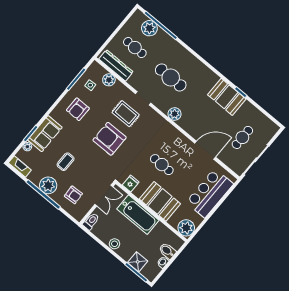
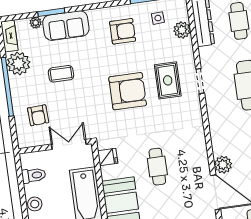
armchair: (78, 109) -> (123, 31), turned 180
plant: (174, 114) -> (223, 165), moved
armchair: (109, 139) -> (128, 91), turned 90
plant: (48, 185) -> (18, 64), moved
double door: (104, 196) -> (69, 144), swing flipped
toilet: (91, 221) -> (34, 175), moved

